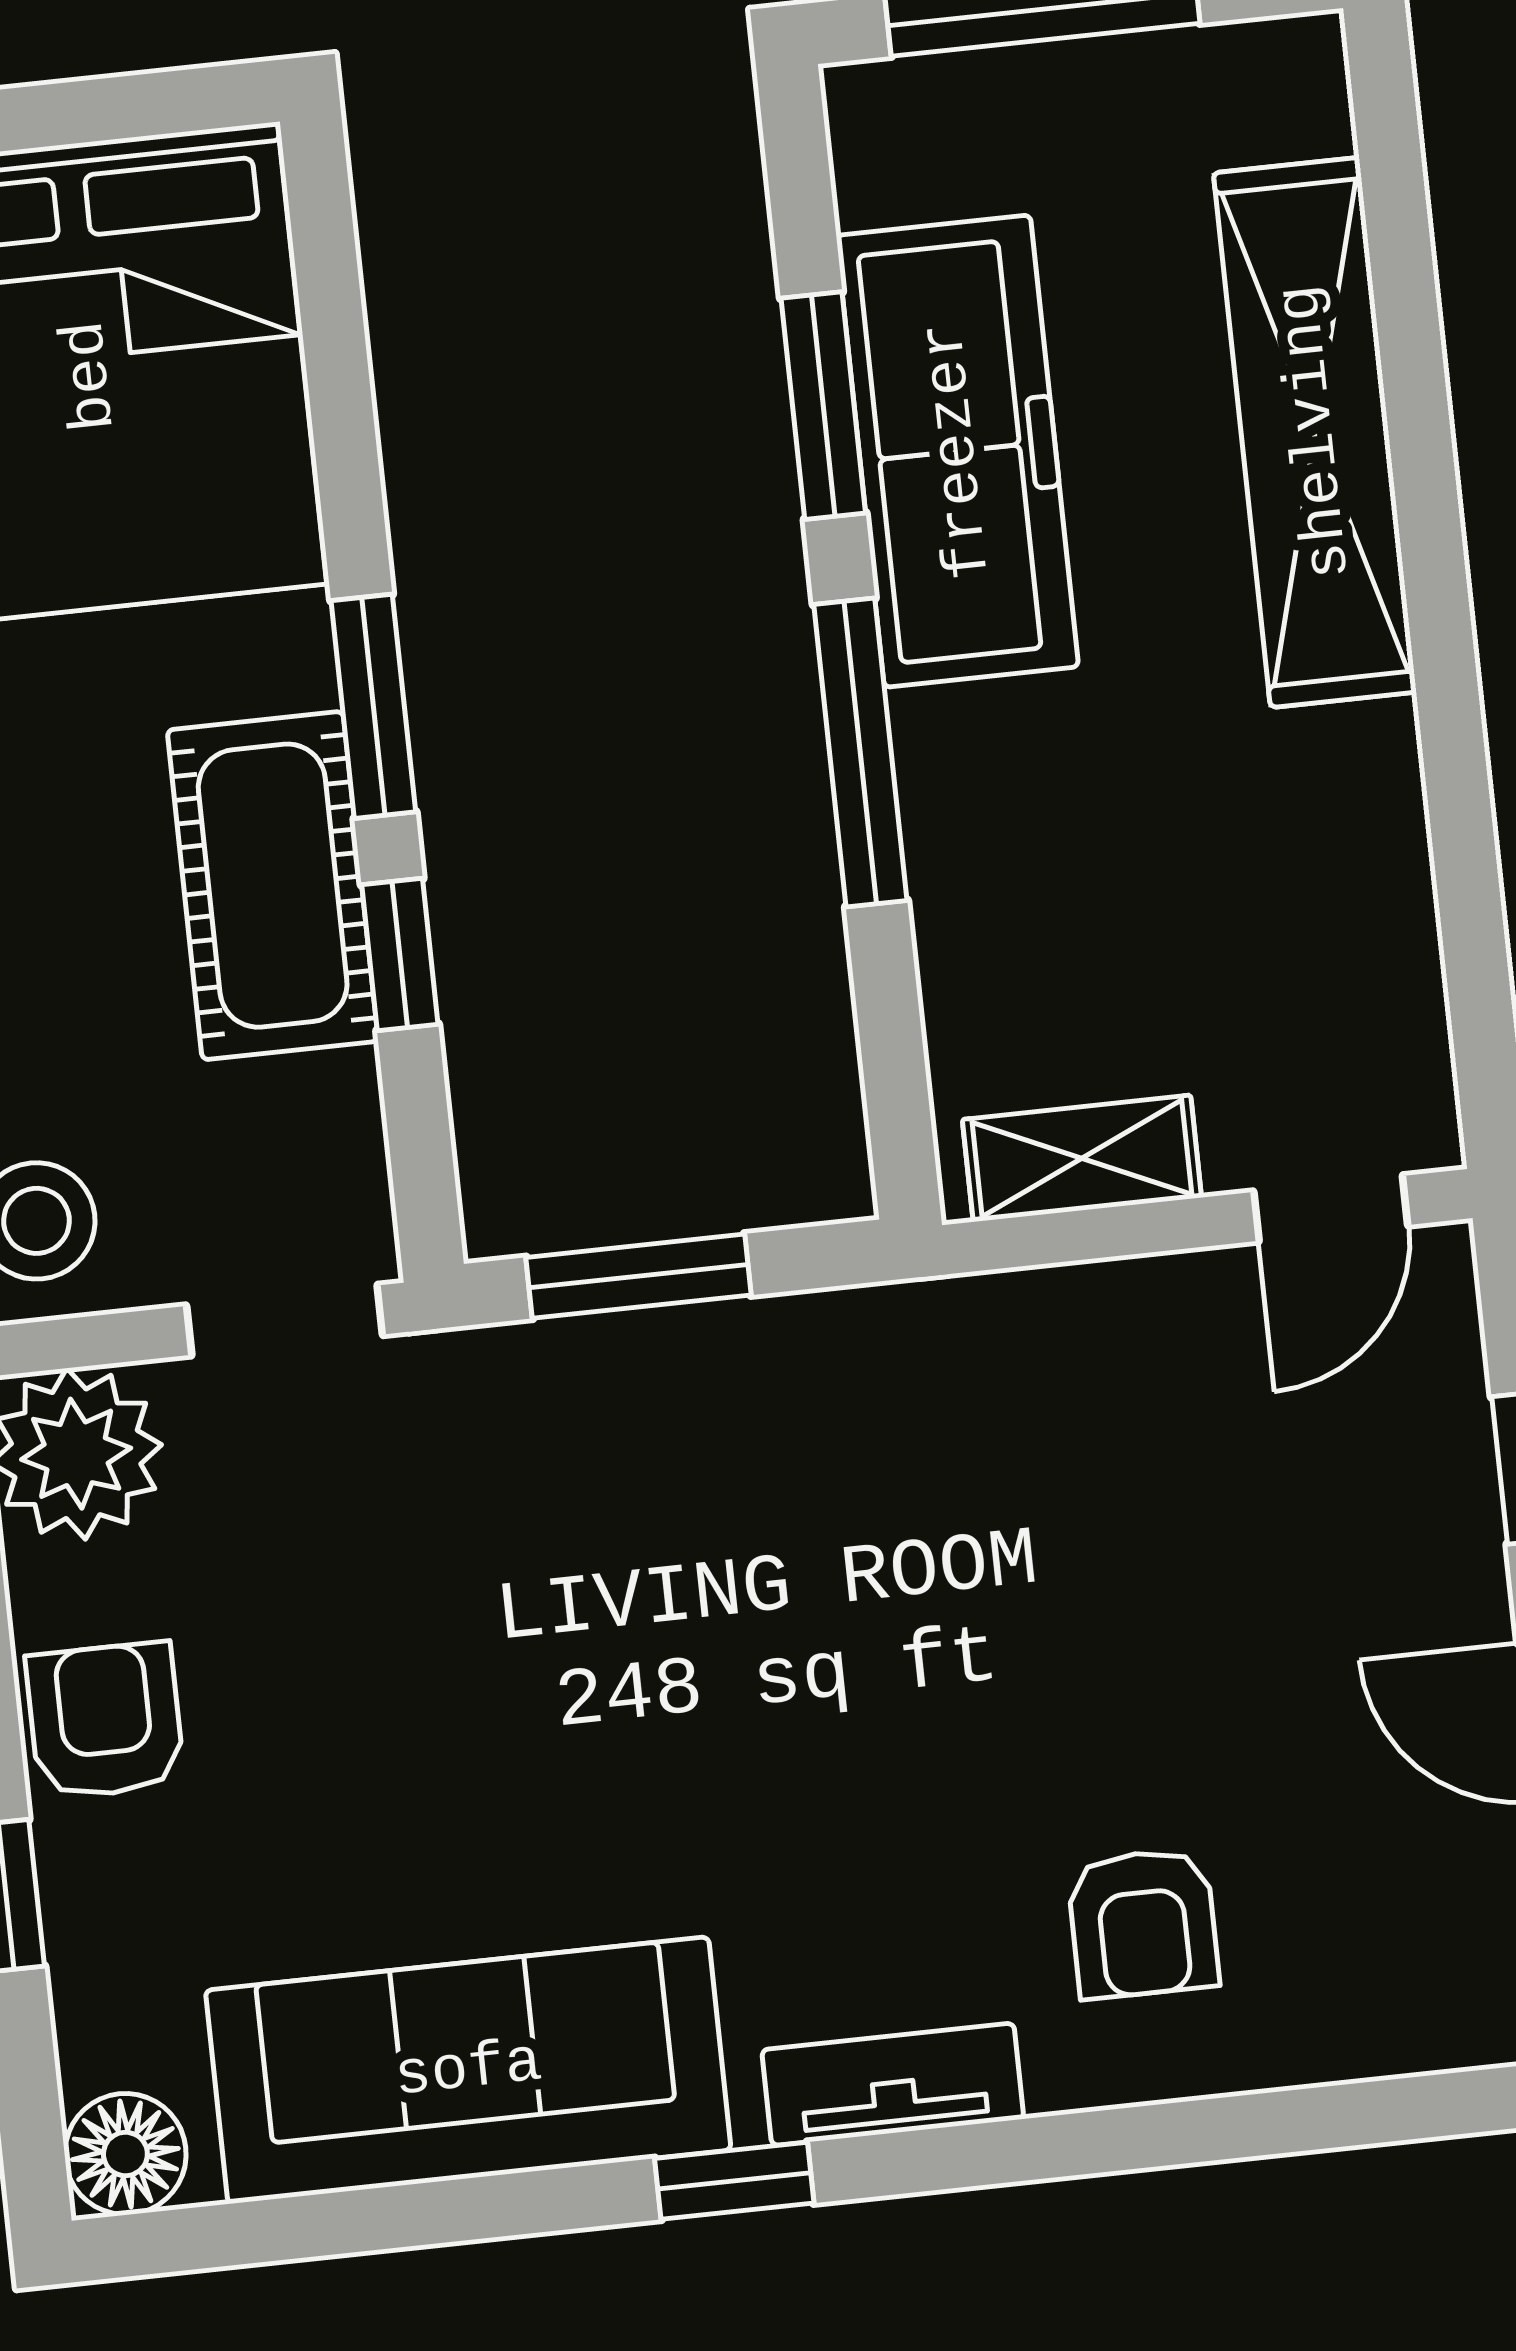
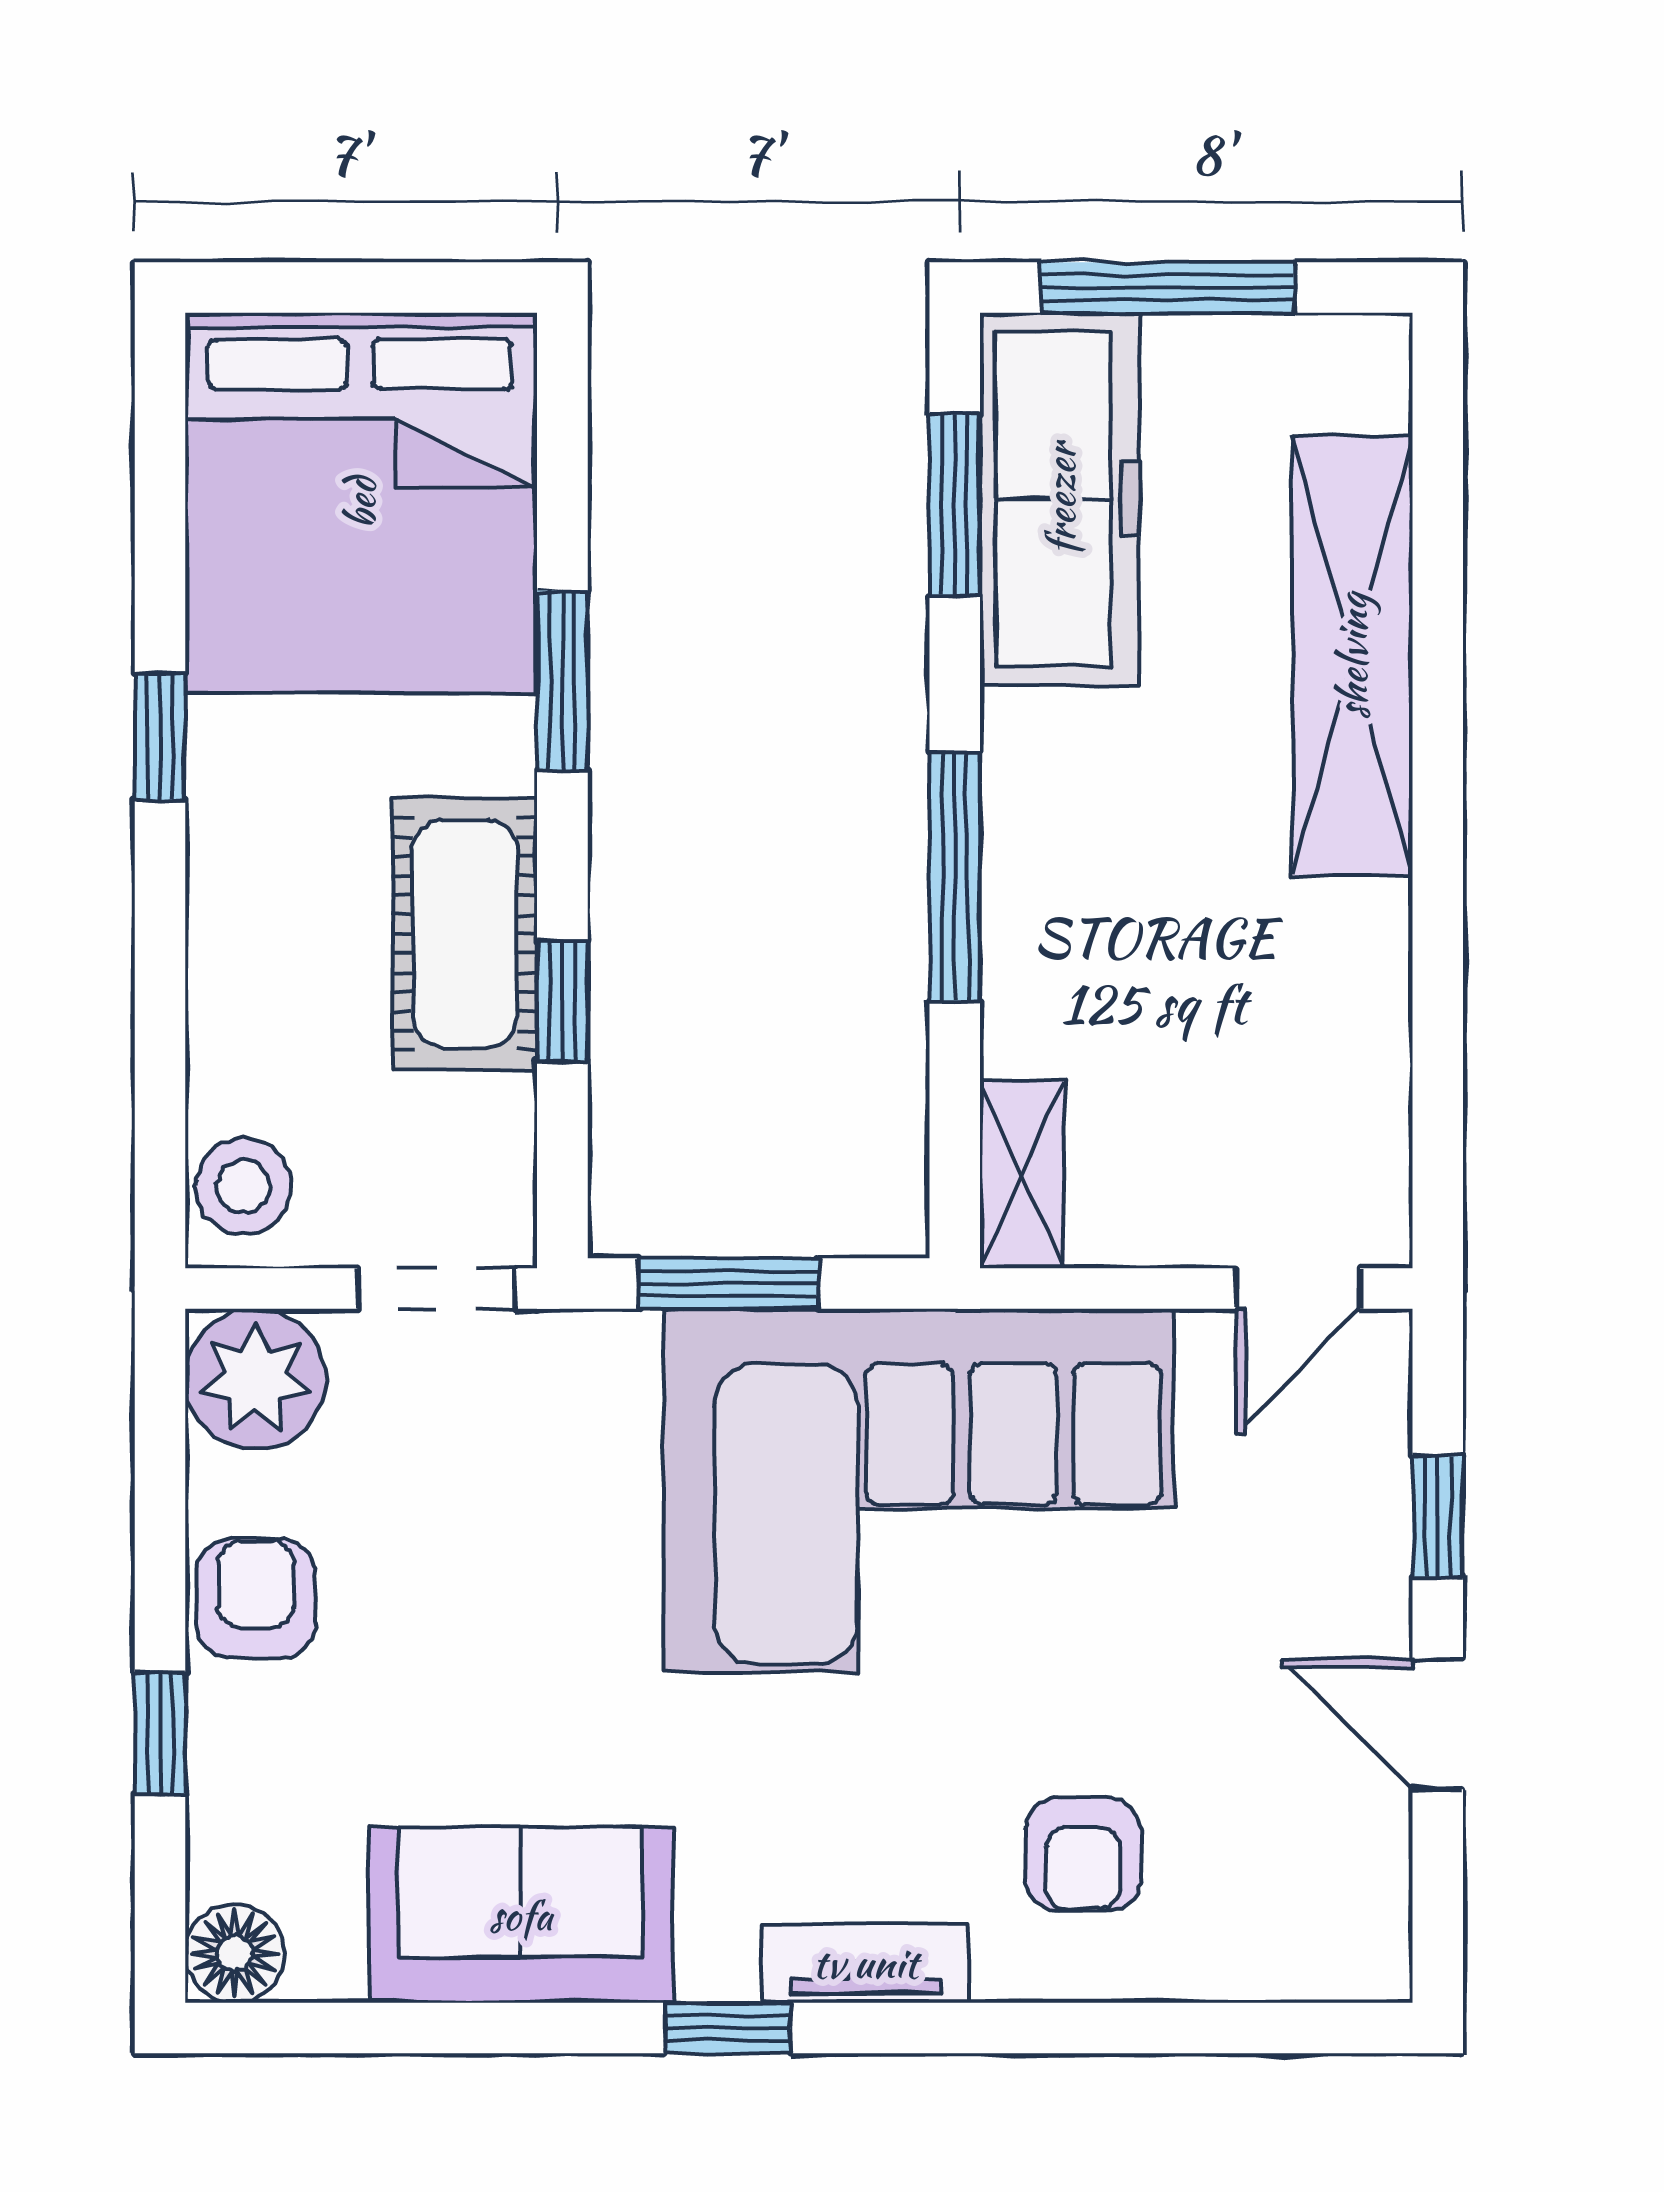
window: (823, 406) -> (955, 505), moved
freezer: (957, 451) -> (1060, 499), moved
window: (373, 706) -> (562, 680), moved
shelving: (1082, 1158) -> (1022, 1175), moved, turned 90
corner sofa: (896, 1503) -> (919, 1490), added
sofa: (468, 2070) -> (521, 1915), width x0.73

